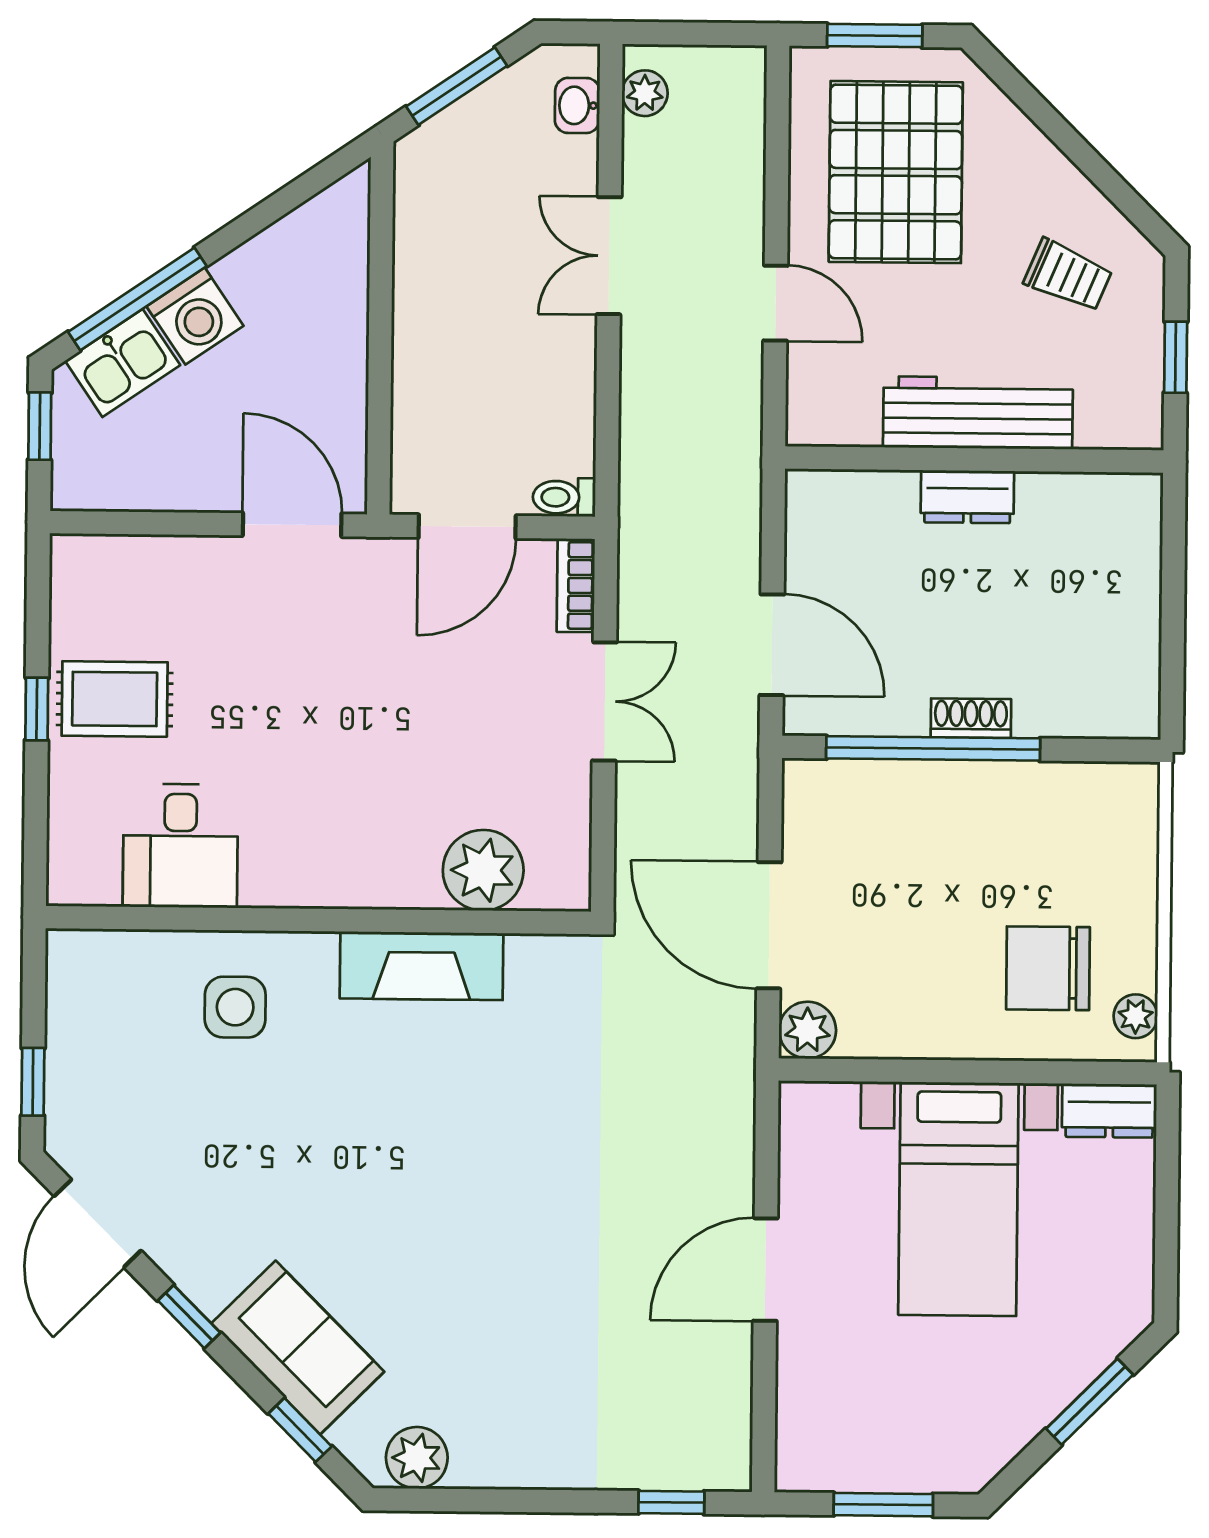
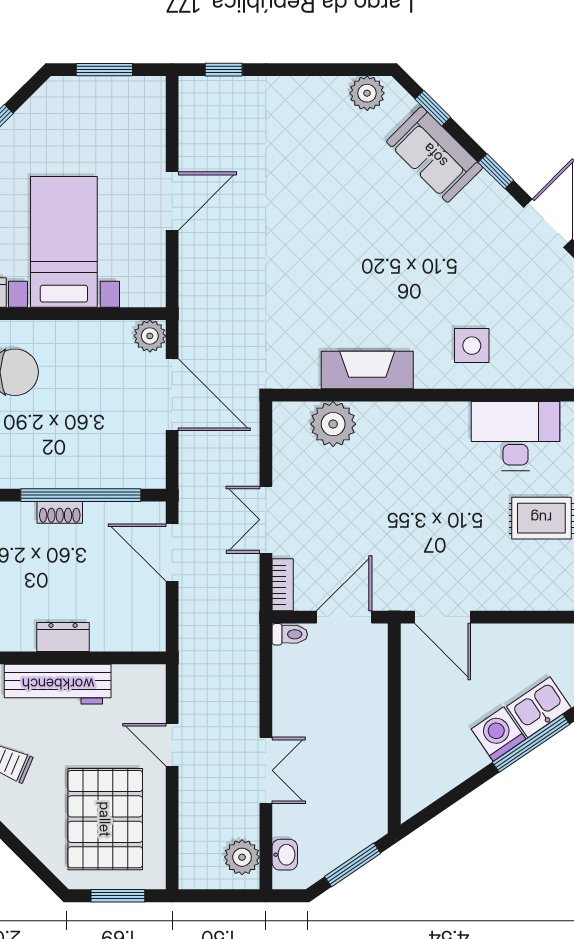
plant: (645, 93) -> (242, 857), width x1.38, depth x1.38
desk: (180, 846) -> (516, 436), width x1.37

